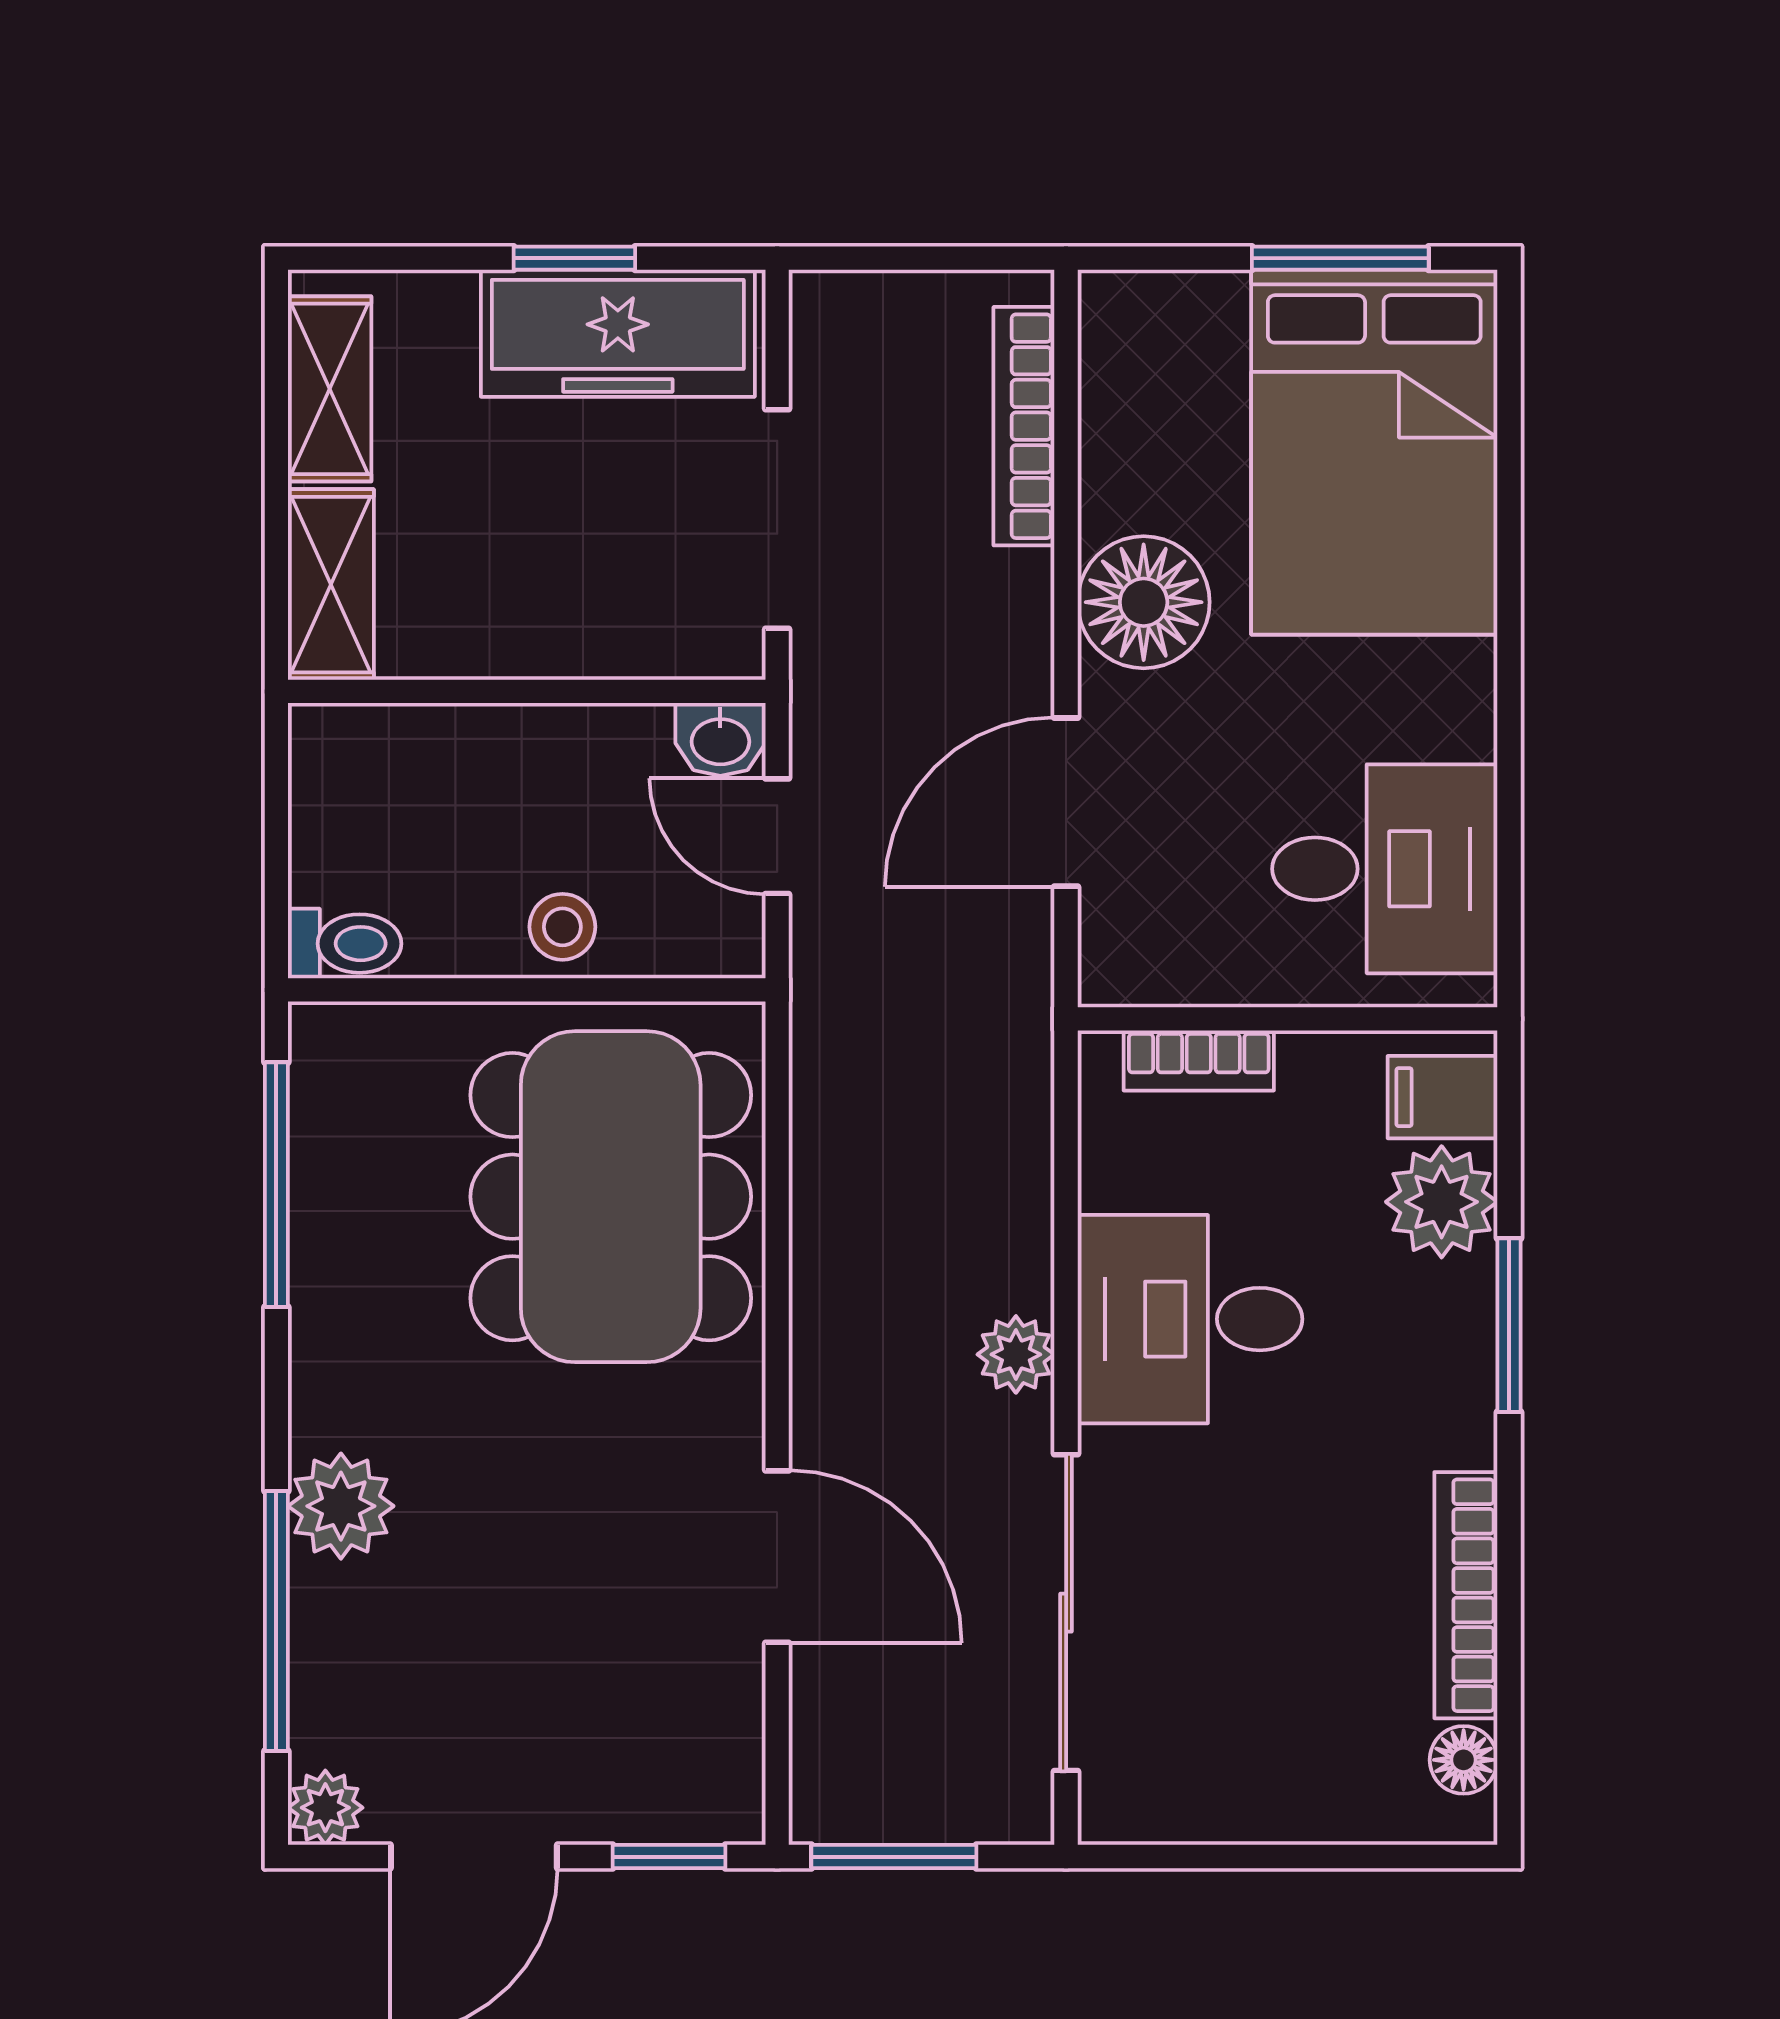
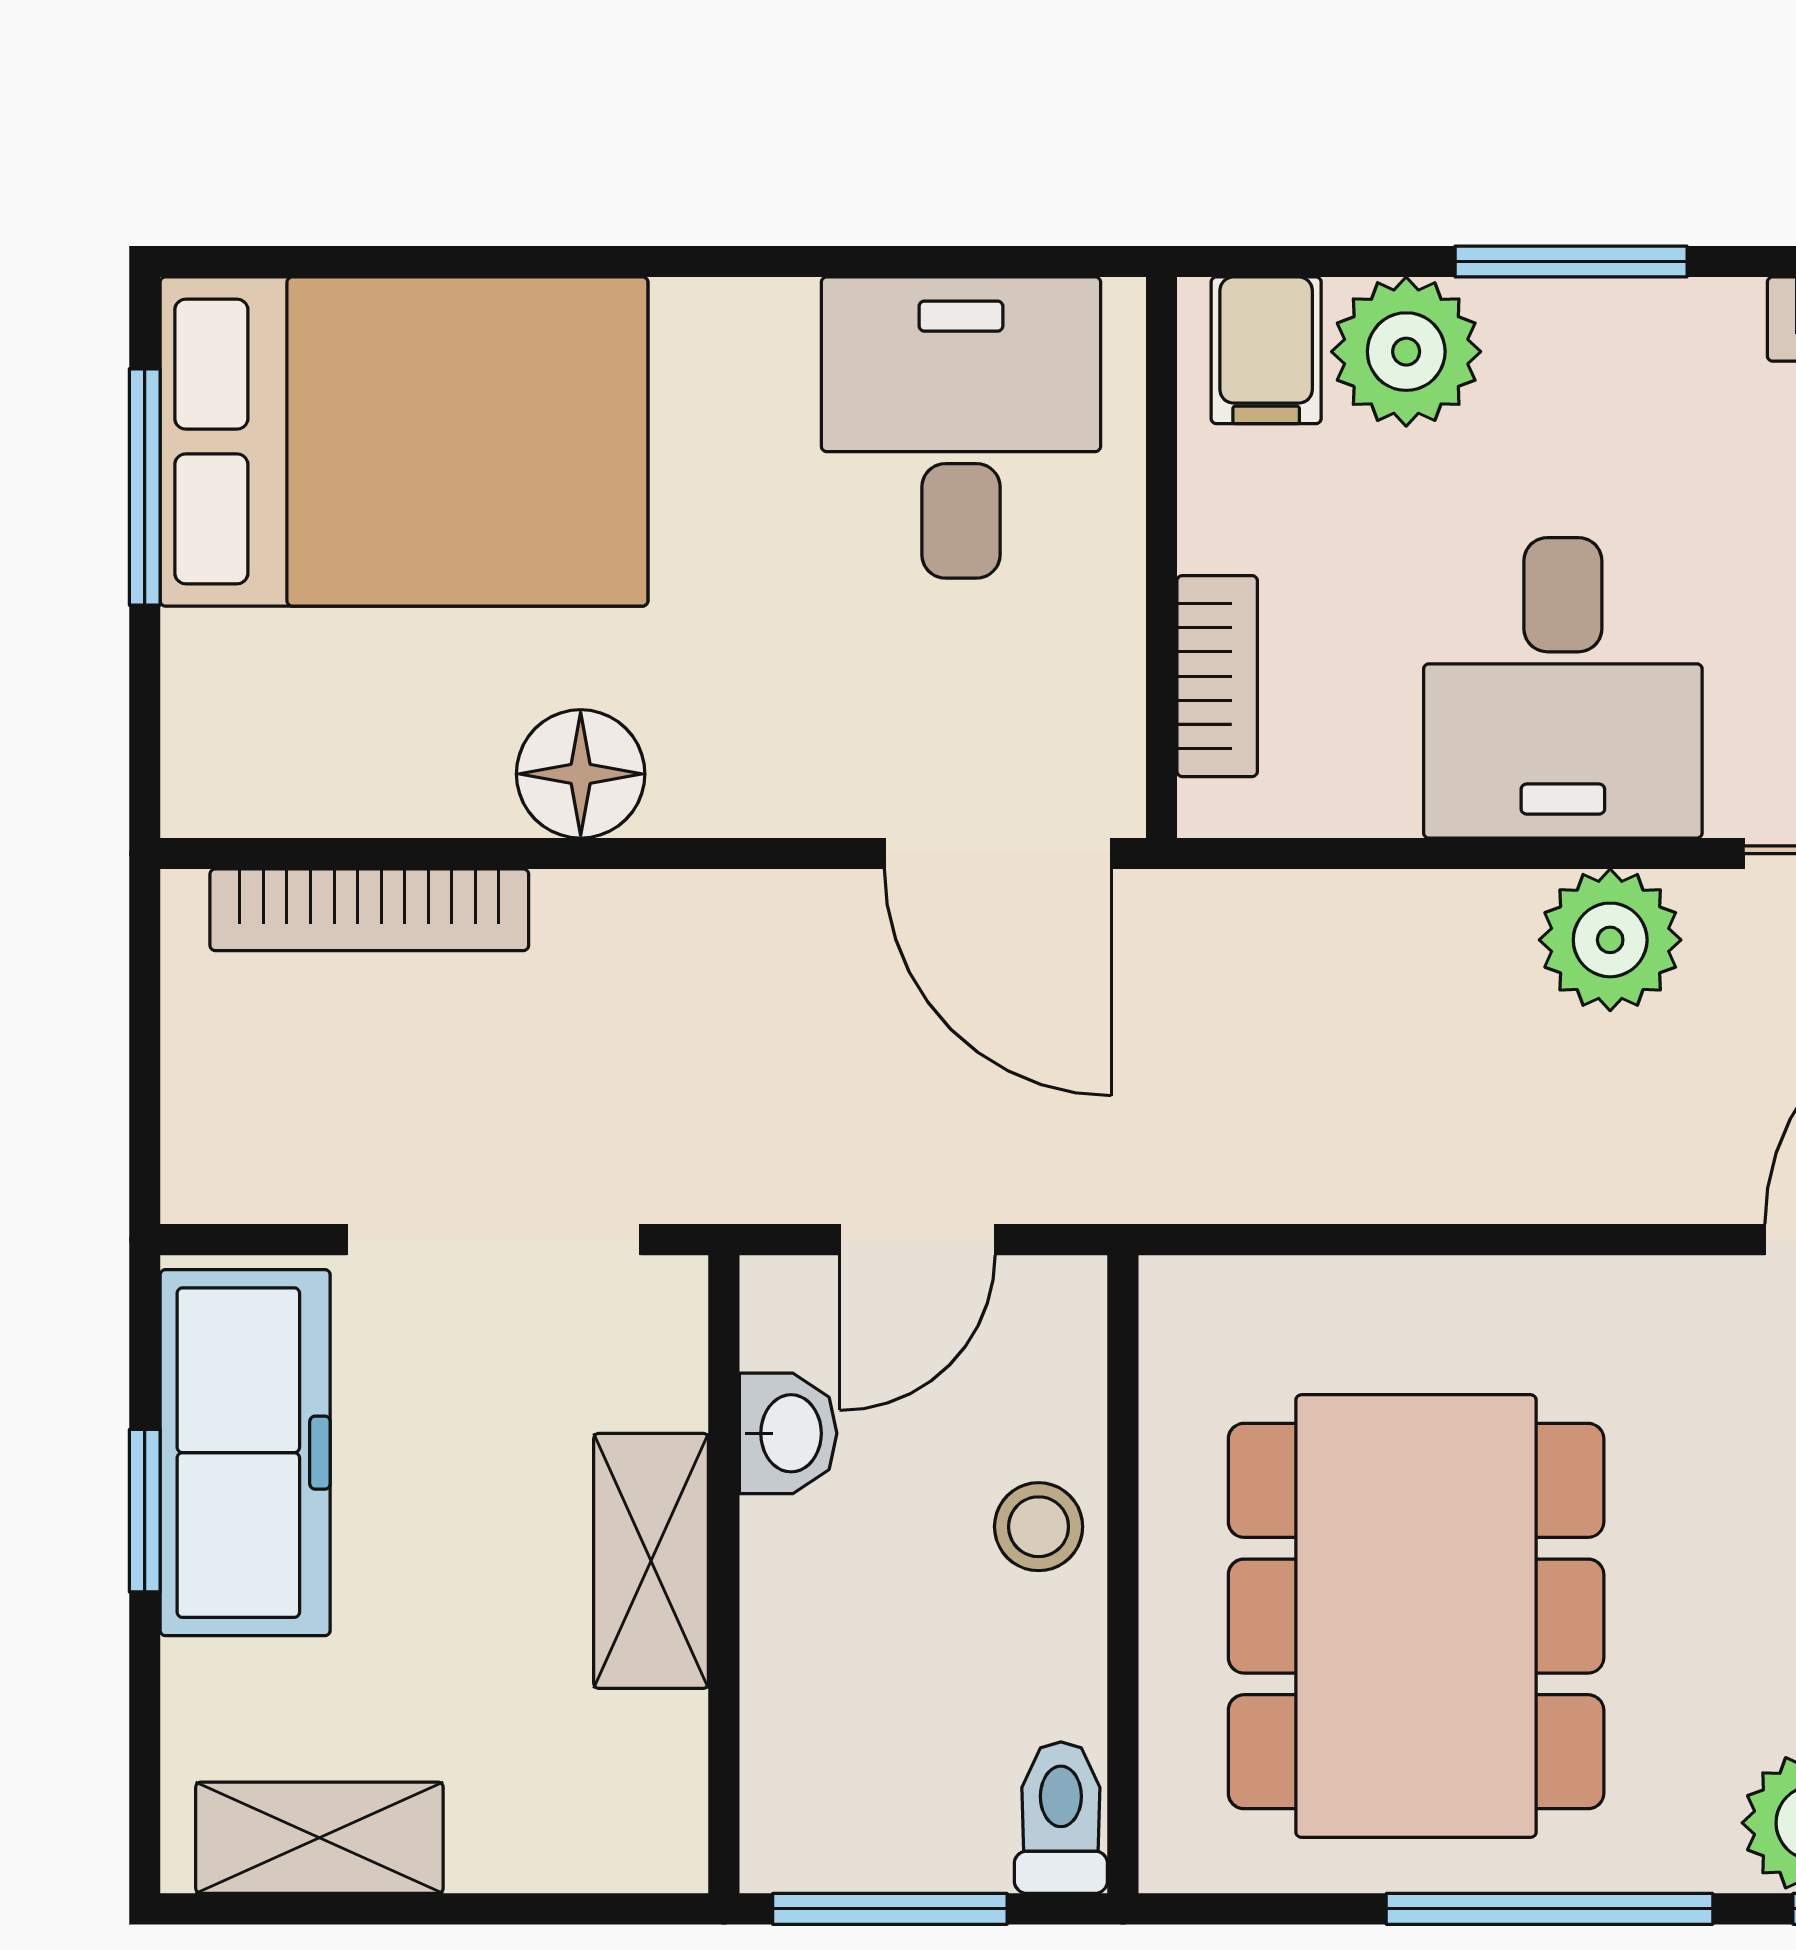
shelving: (331, 585) -> (651, 1561), moved, turned 90
floor lamp: (1144, 602) -> (581, 774), width x0.73, depth x0.73
washbasin: (720, 739) -> (788, 1433), moved
door: (1066, 802) -> (998, 854), moved
window: (276, 816) -> (890, 1909), added
window: (276, 1185) -> (1549, 1909), moved
dining table: (611, 1197) -> (1416, 1616), moved, turned 90
plant: (1016, 1354) -> (1610, 940), width x1.38, depth x1.38

